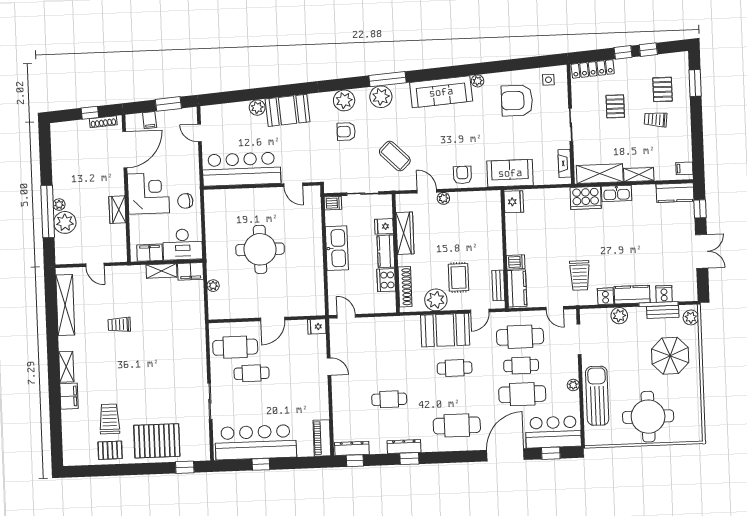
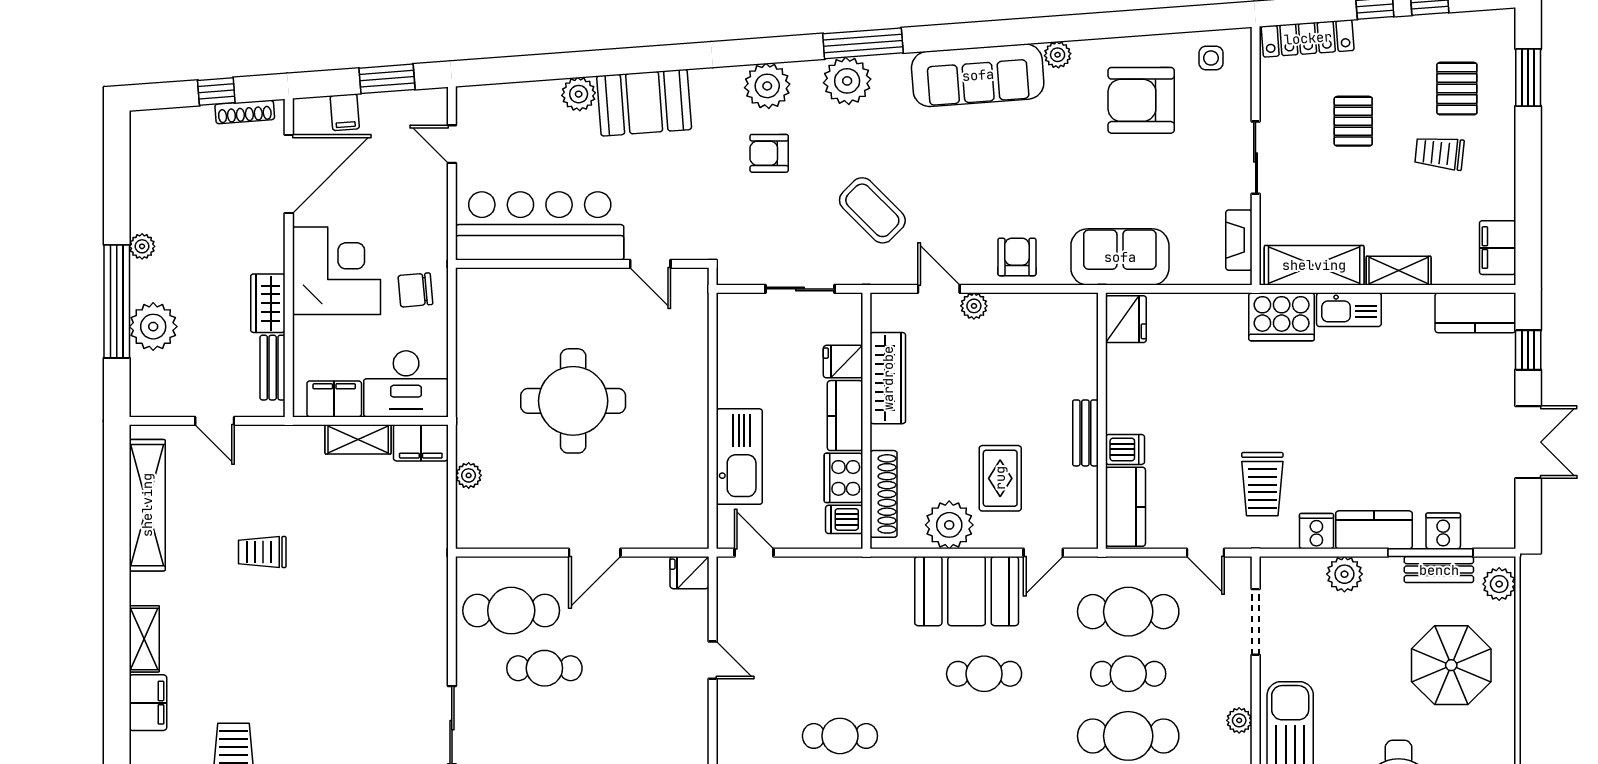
filing cabinet: (684, 168) -> (1498, 248), width x2.00
dishwasher: (333, 203) -> (844, 519), moved, turned 180
plant: (59, 205) -> (142, 246), moved
bench: (121, 239) -> (273, 368), added
kitchen sink: (337, 248) -> (739, 457), moved
bench: (498, 285) -> (1085, 433), moved

